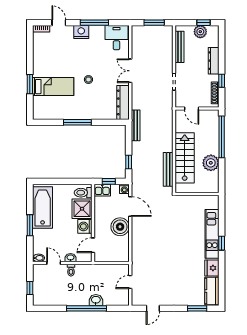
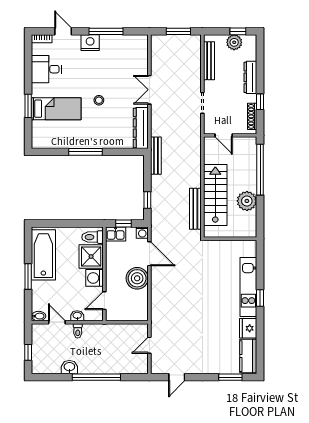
desk: (116, 38) -> (46, 69), moved, turned -90
washbasin: (96, 300) -> (69, 367), moved

